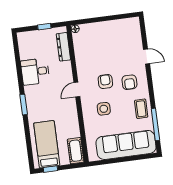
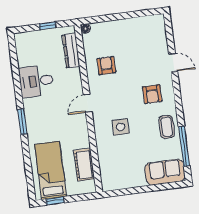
armchair: (105, 82) -> (106, 66), moved
sofa: (126, 145) -> (165, 172), width x0.54, depth x0.79
cot: (76, 151) -> (84, 165), moved

